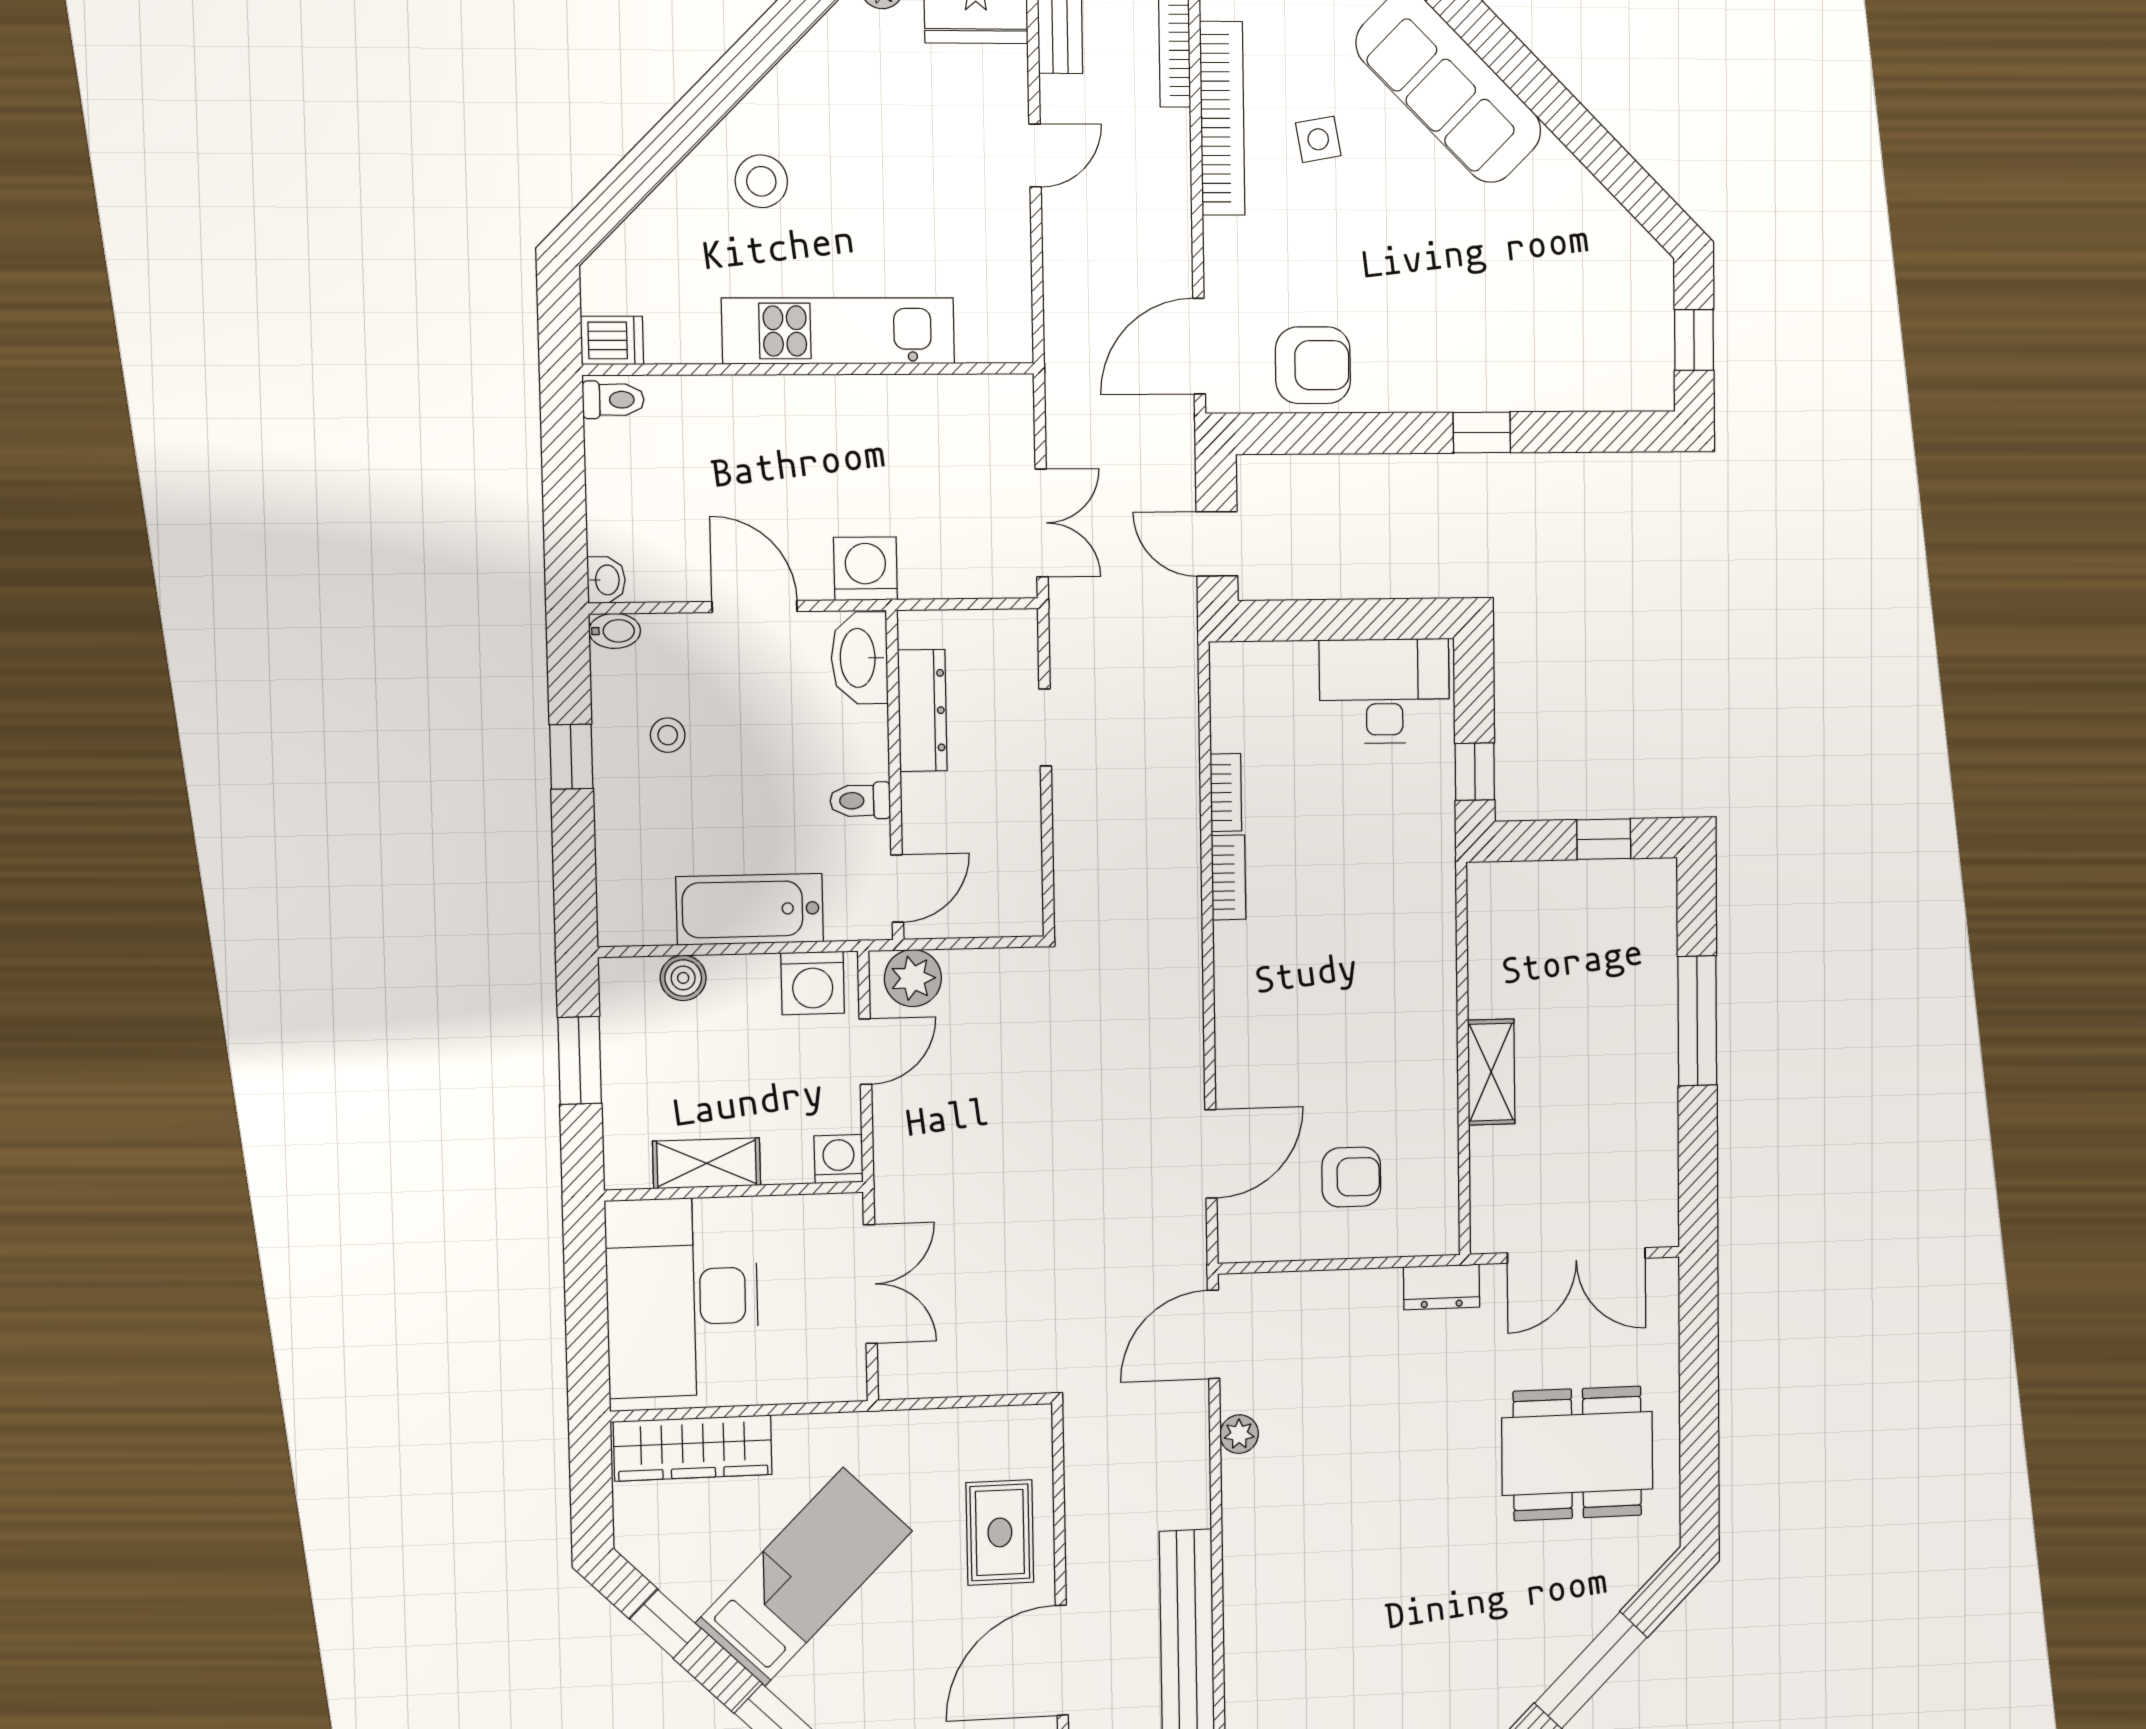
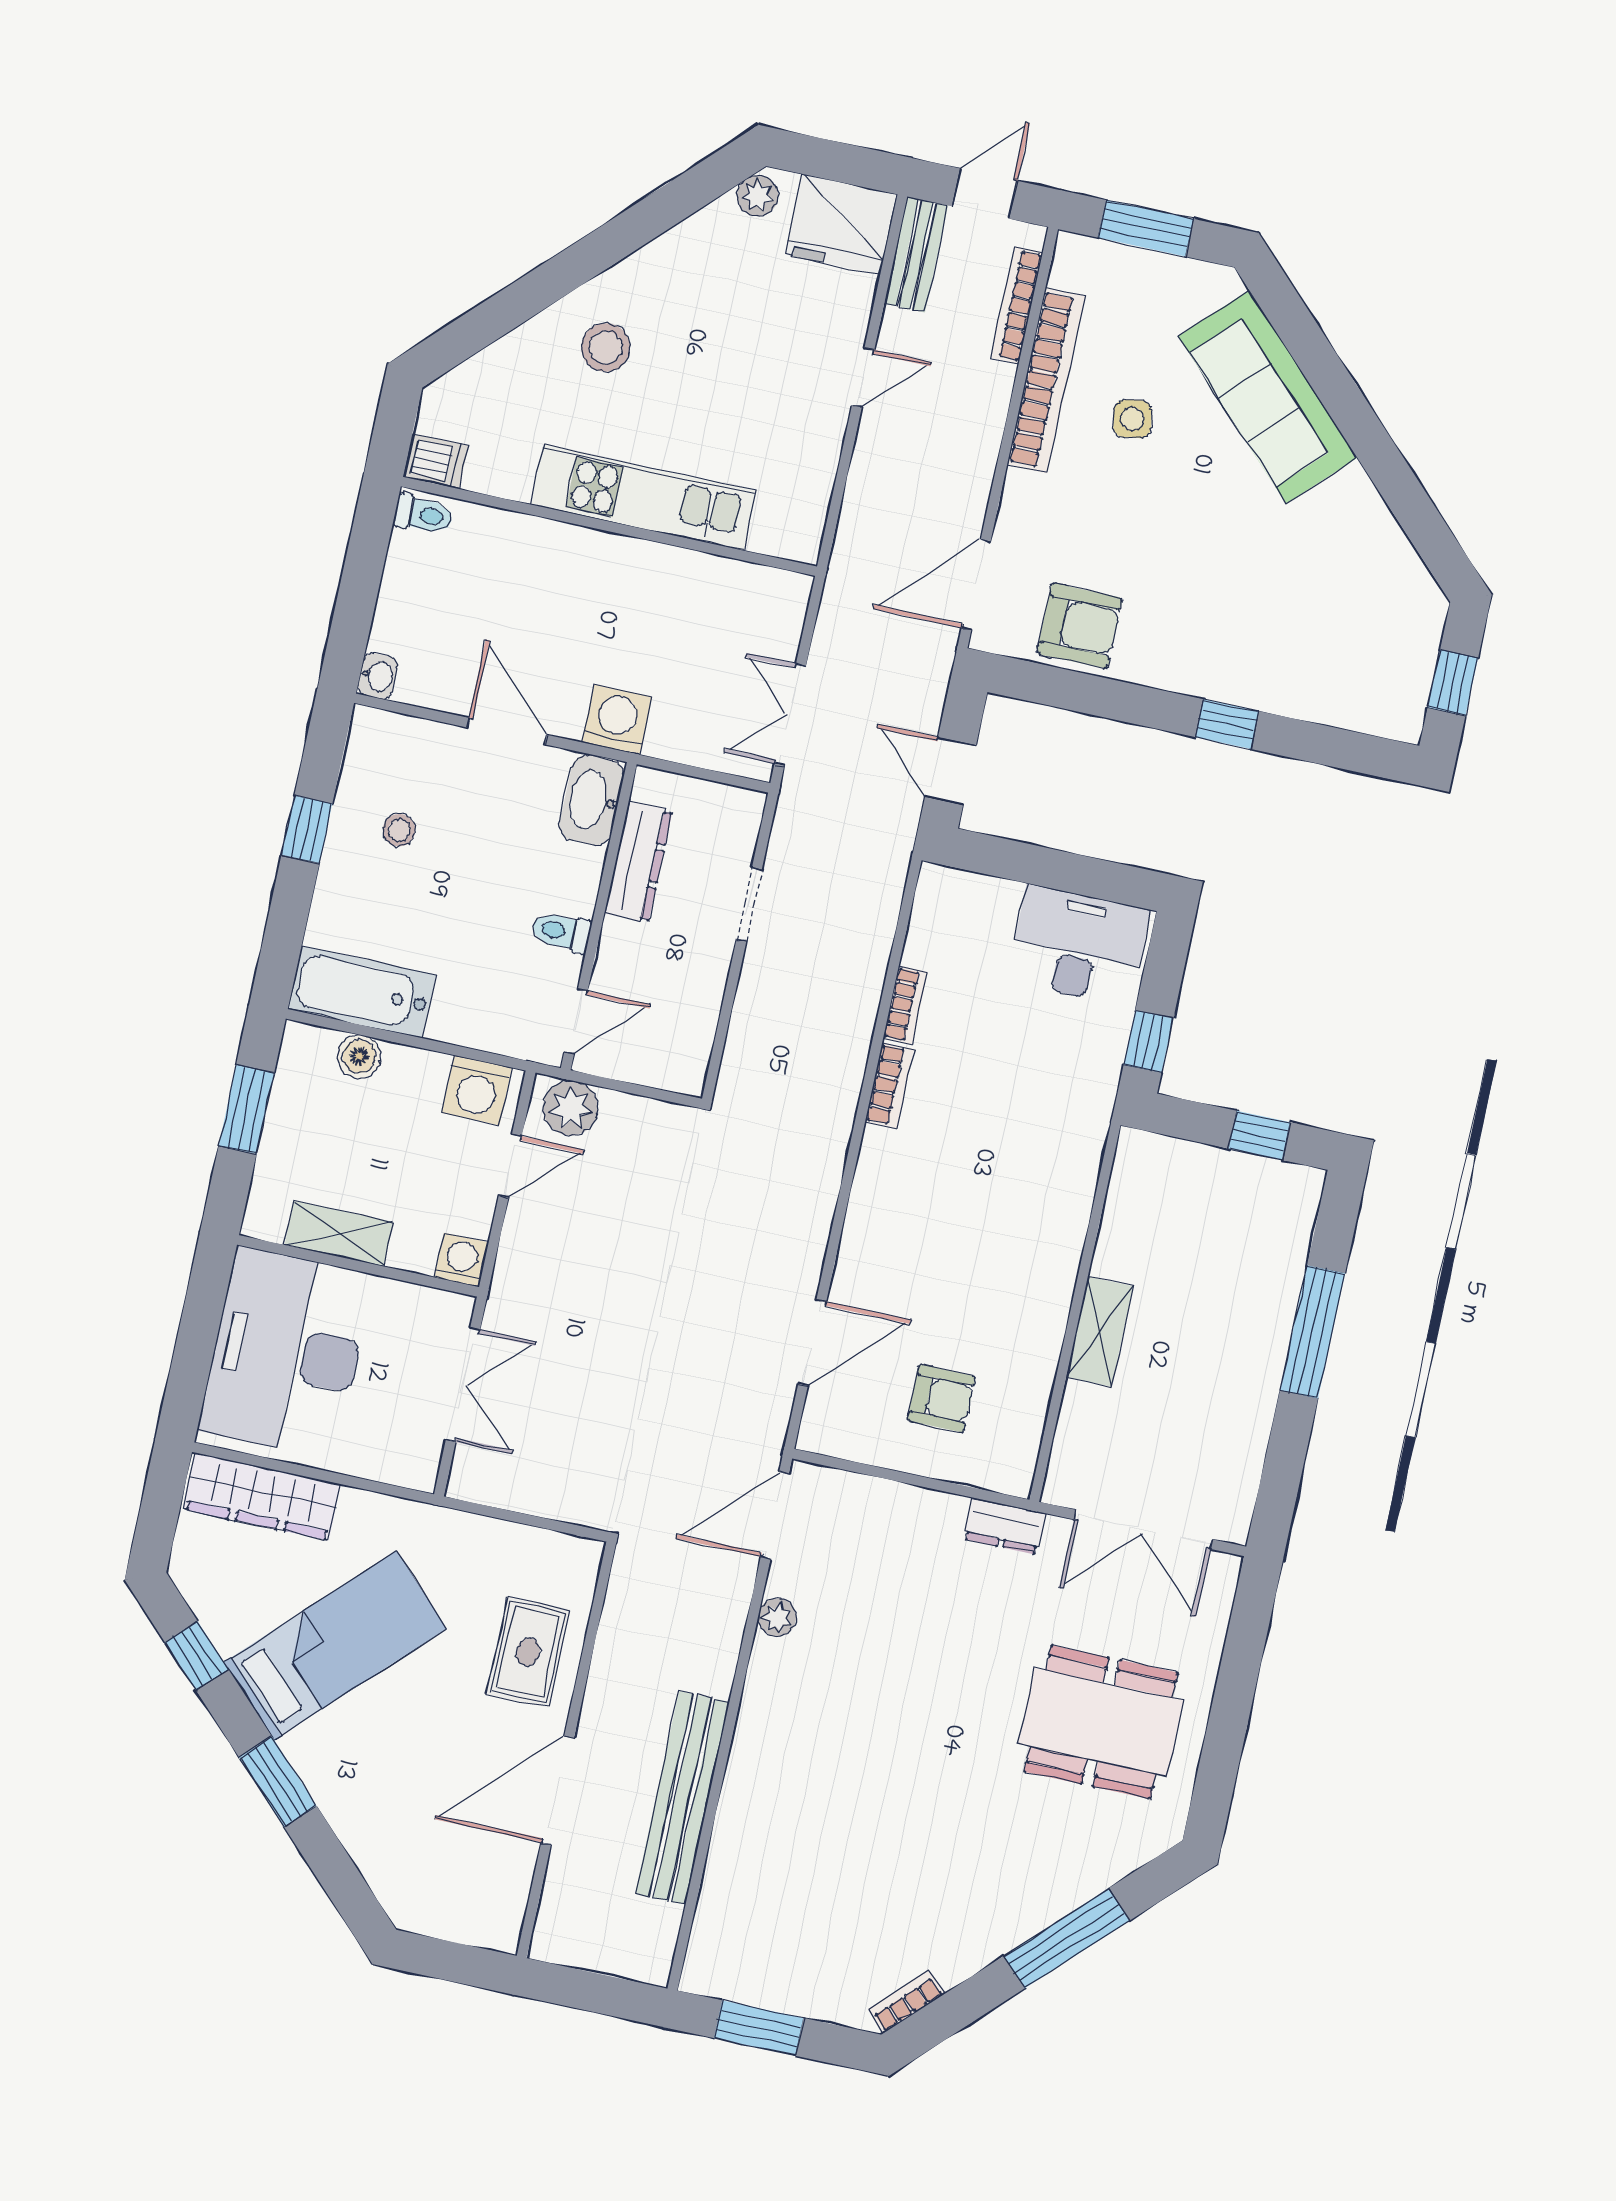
double door: (1042, 523) -> (790, 715), swing flipped
bidet: (615, 631) -> (374, 724), removed
bathtub: (750, 909) -> (362, 992), moved

